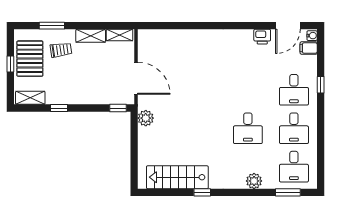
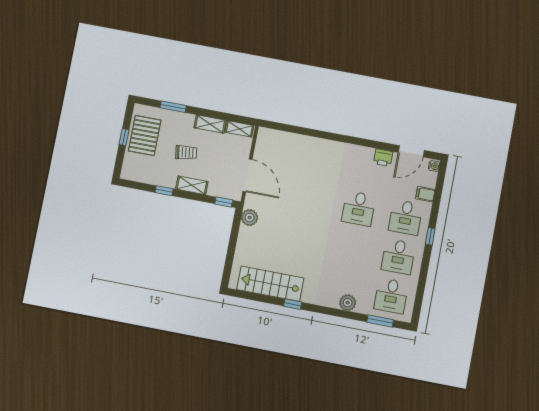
filing cabinet: (309, 48) -> (425, 194), moved
trolley: (61, 50) -> (186, 153), moved
window: (321, 85) -> (430, 236), moved
shelving: (30, 98) -> (192, 185), moved
desk: (248, 128) -> (359, 209), moved

